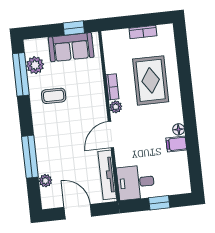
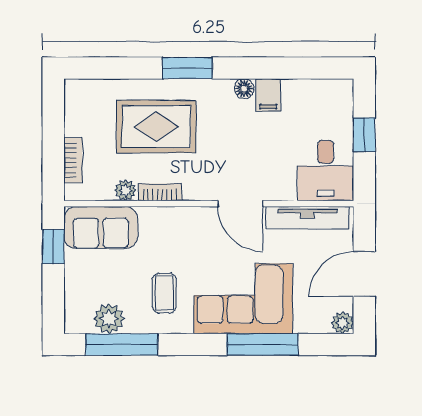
bookcase: (143, 32) -> (73, 160), moved
sofa: (71, 47) -> (101, 228), moved, turned 90
window: (187, 95) -> (187, 68), added
plant: (116, 107) -> (126, 190), moved
corner sofa: (55, 143) -> (243, 299), added
plant: (45, 181) -> (343, 323), moved

